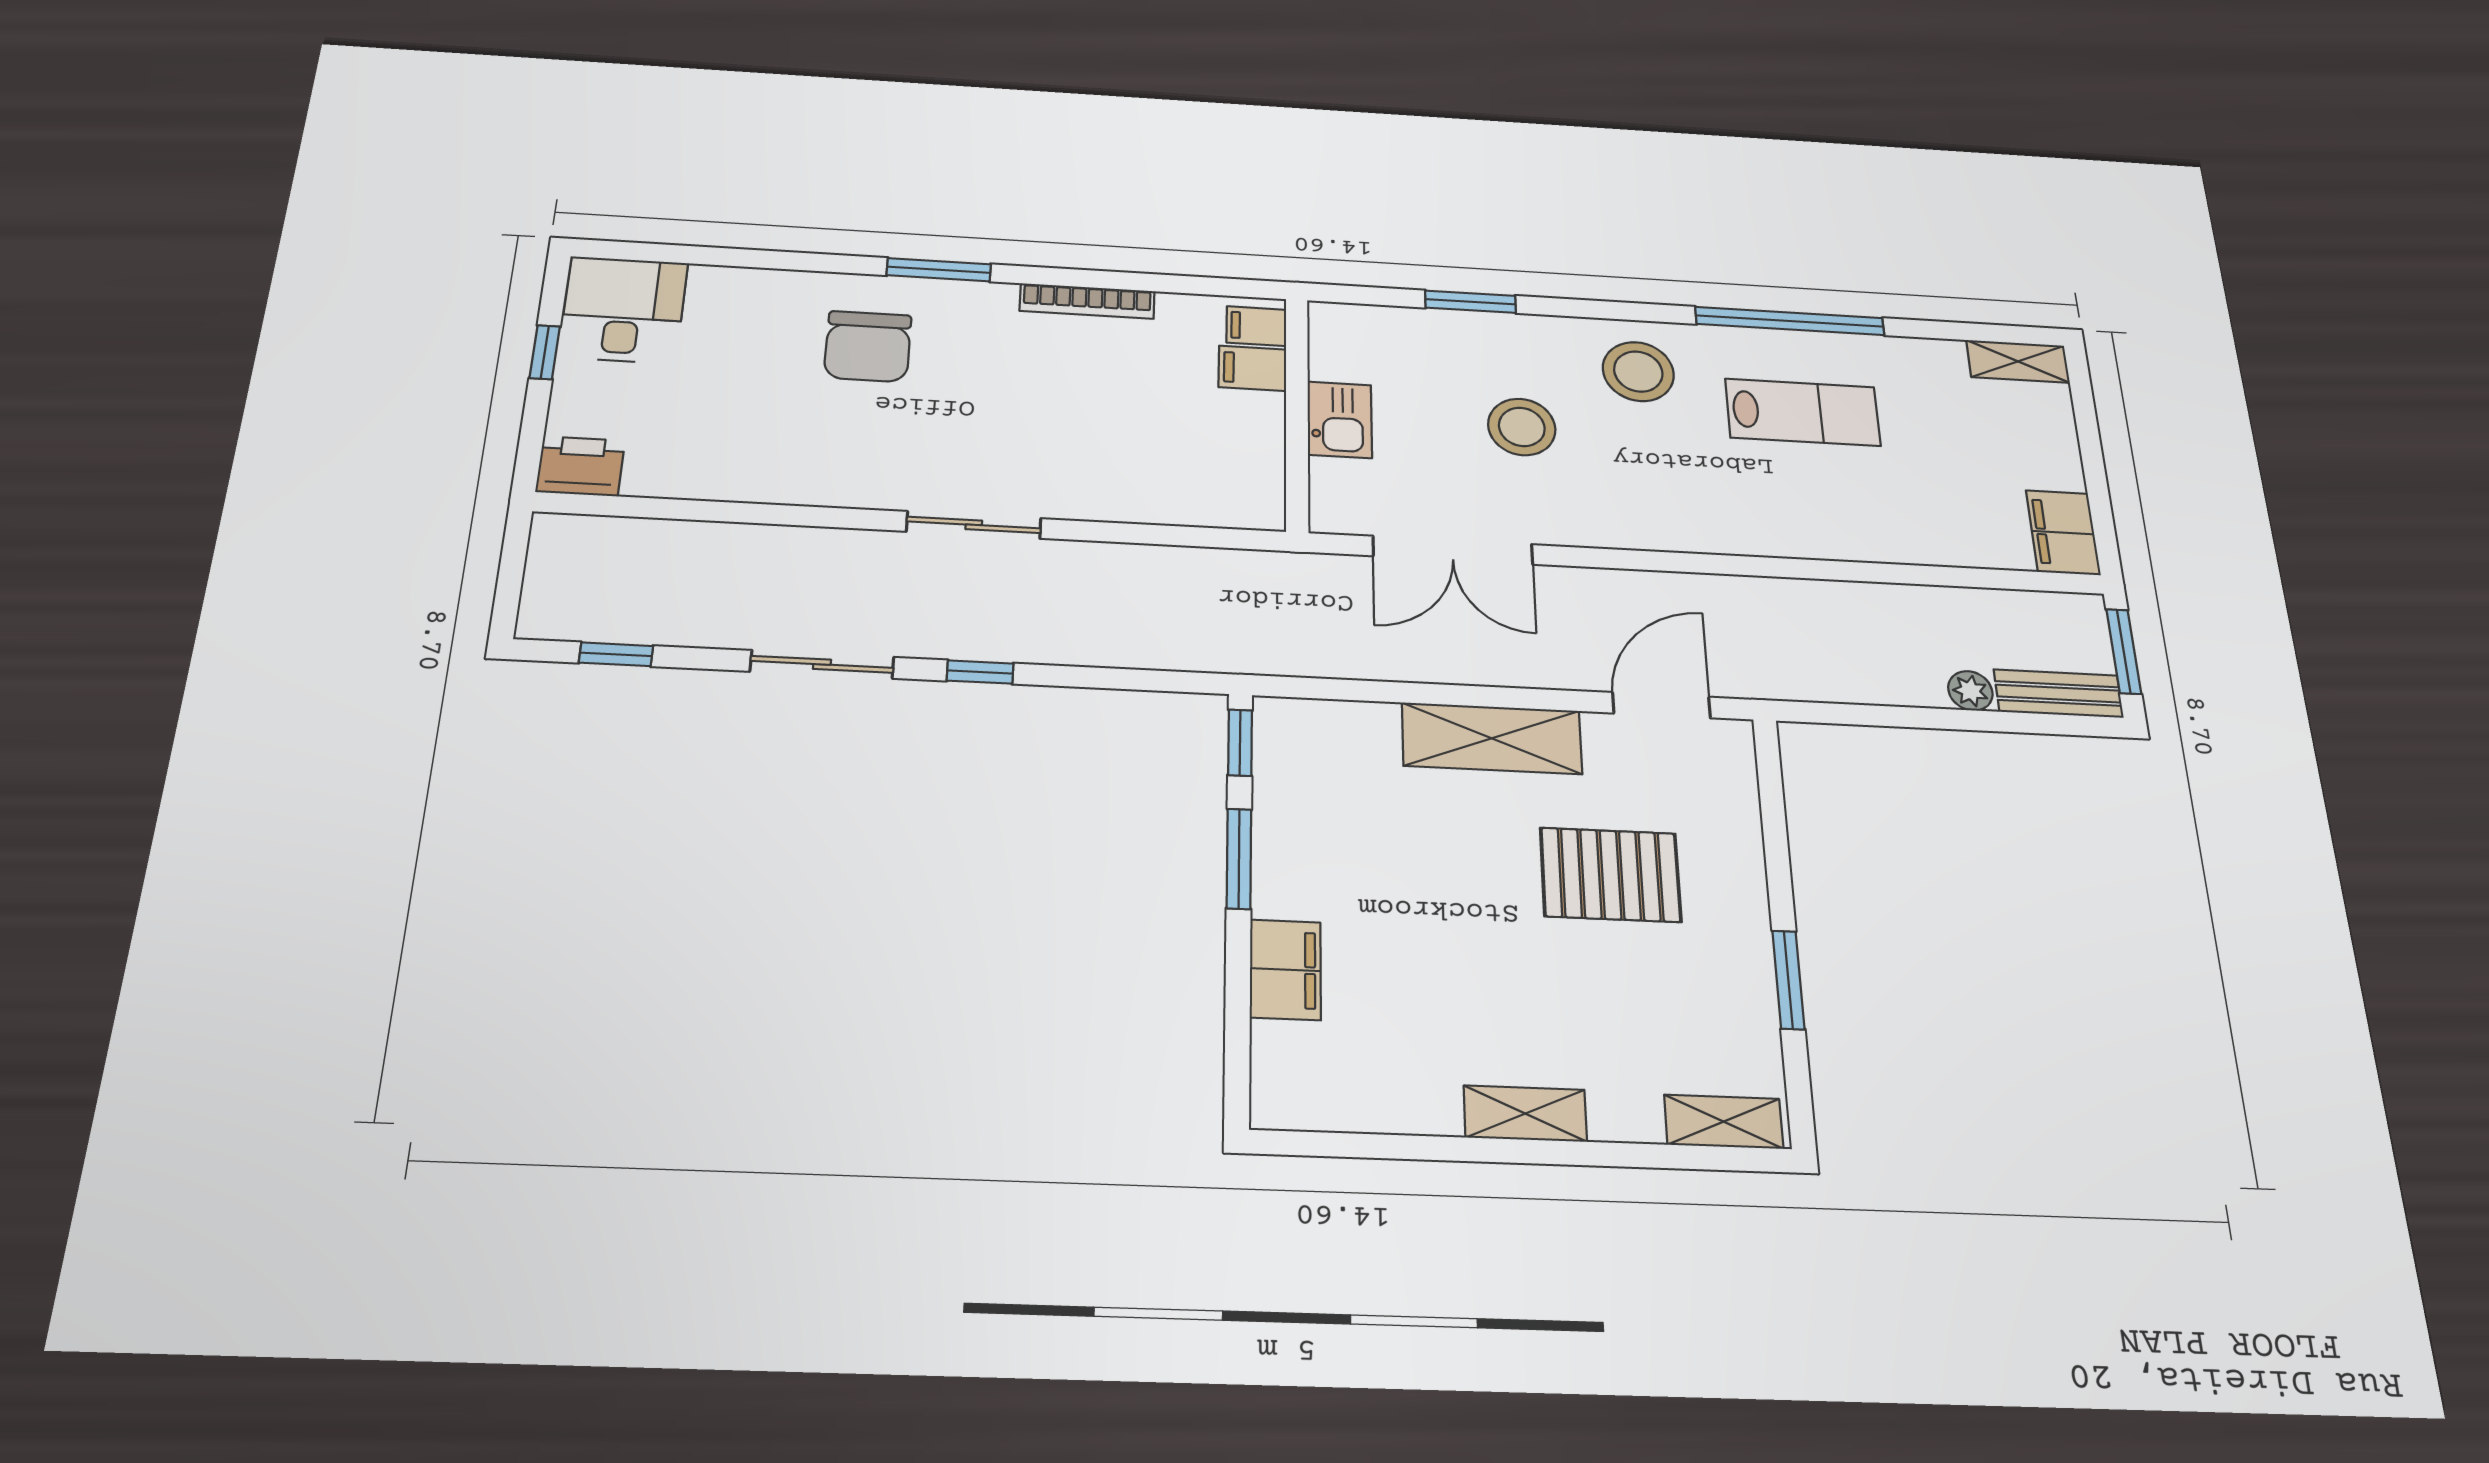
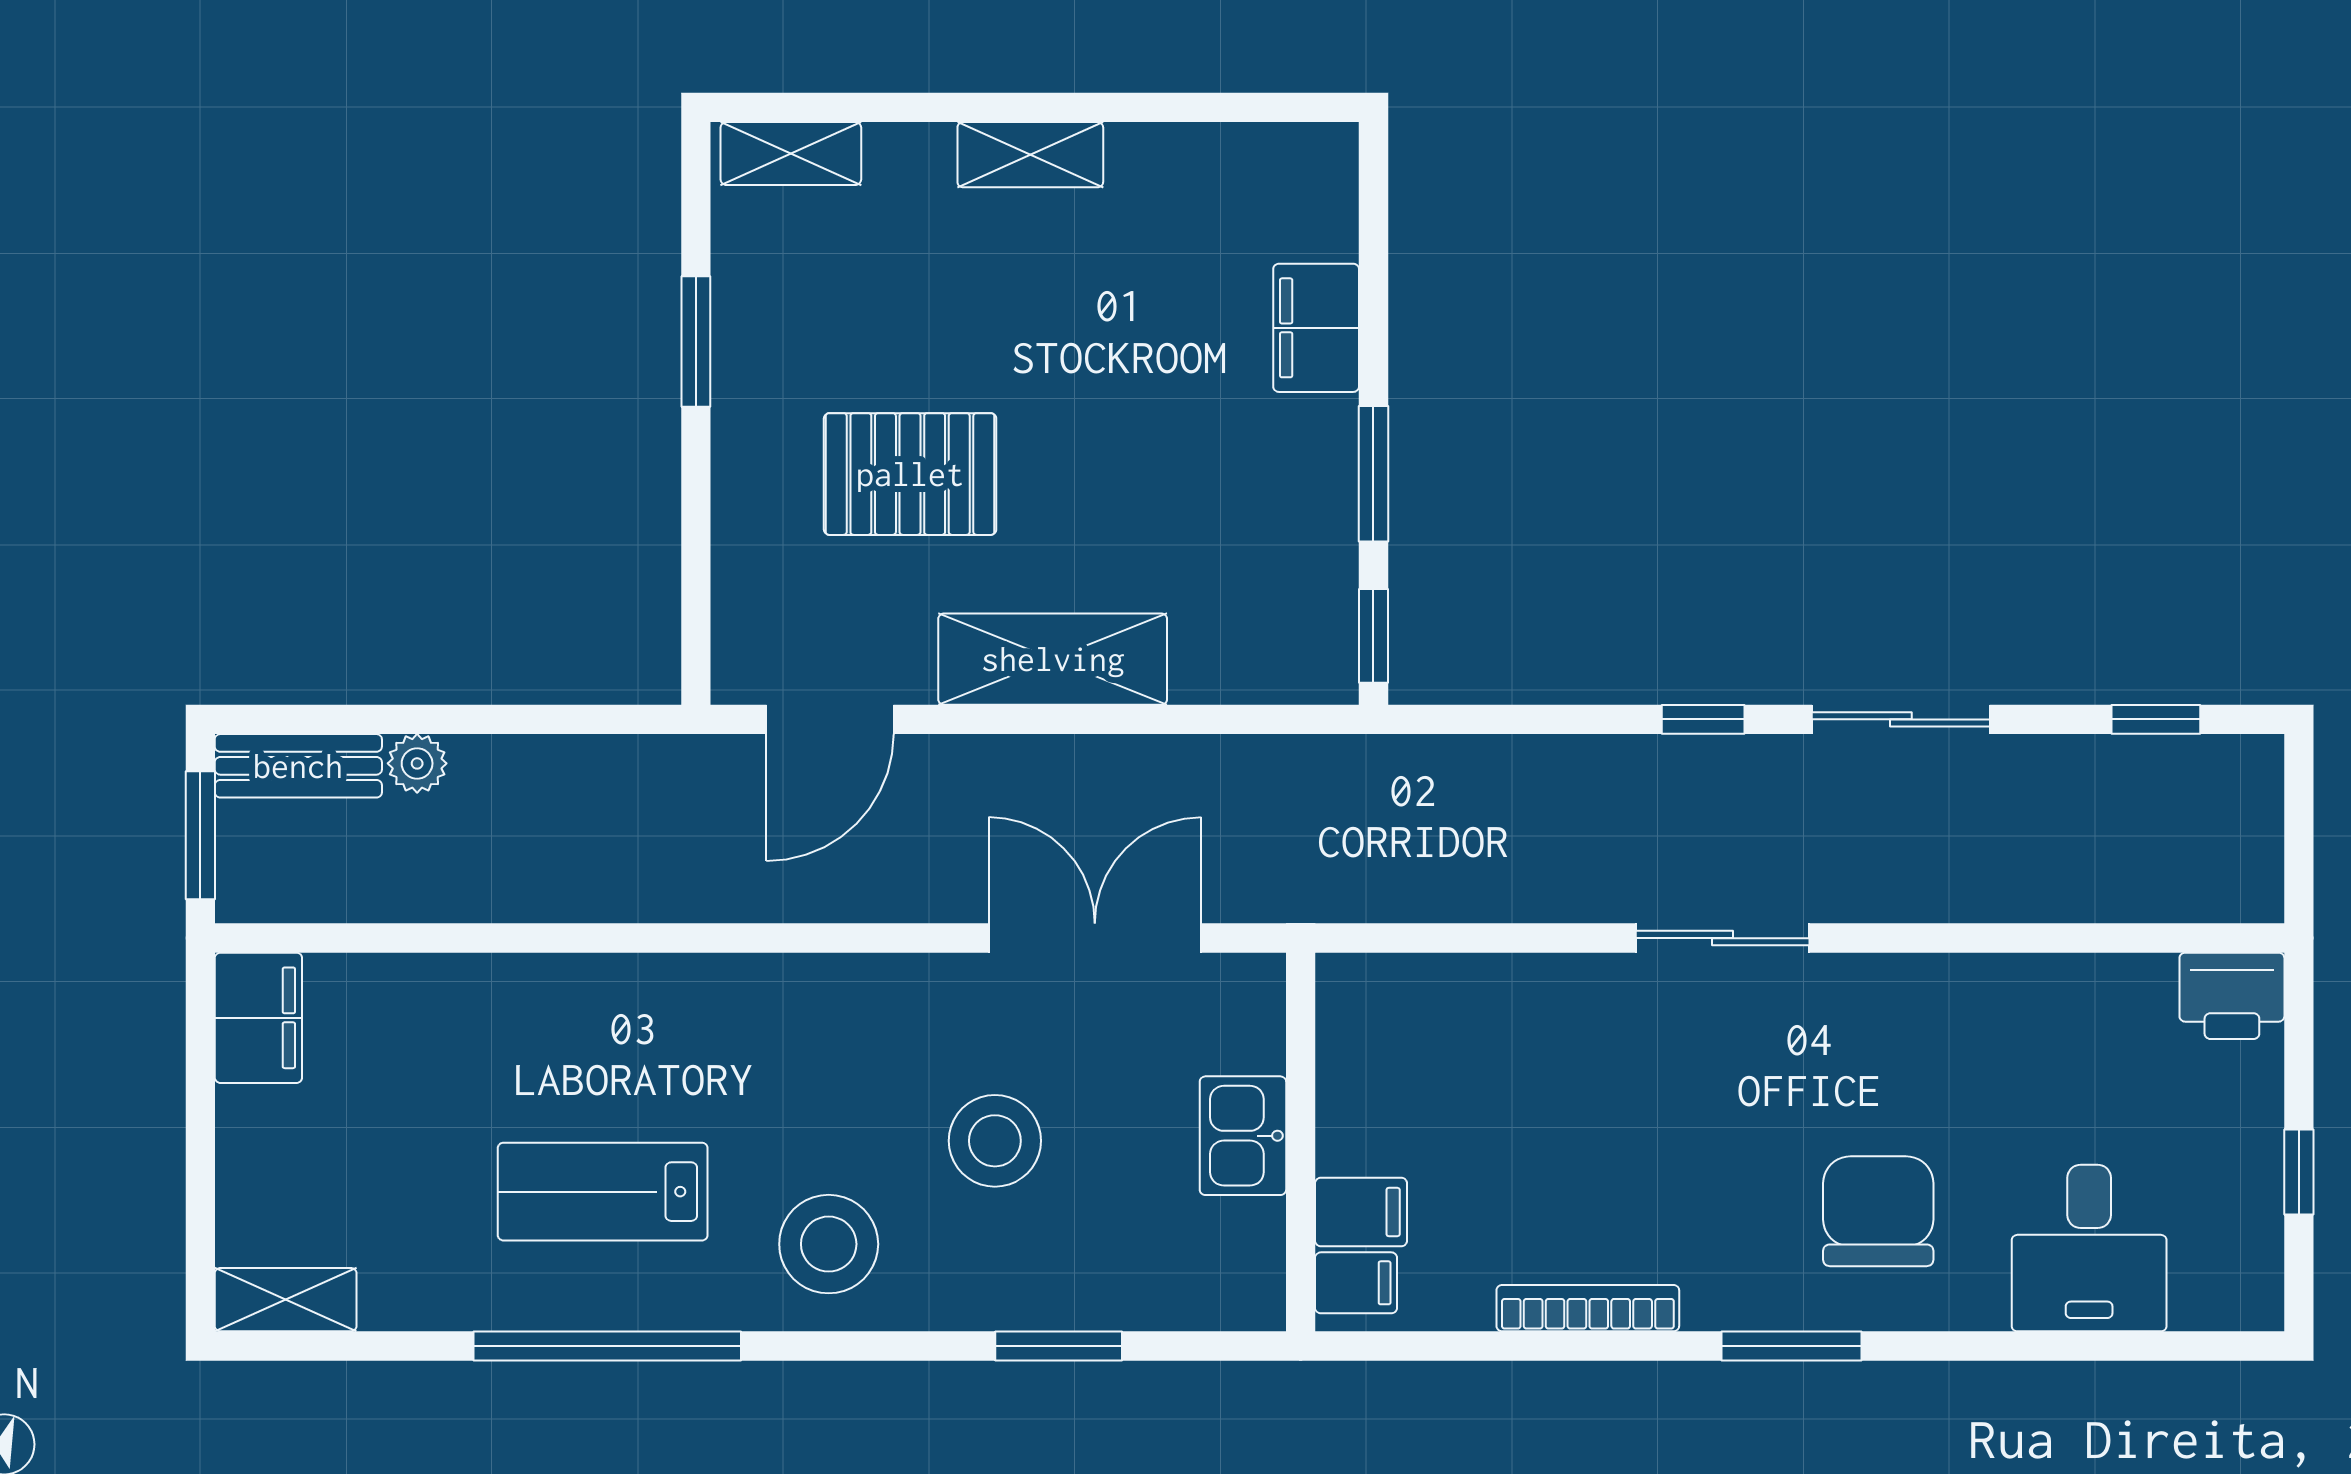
desk: (623, 310) -> (2089, 1248), moved

